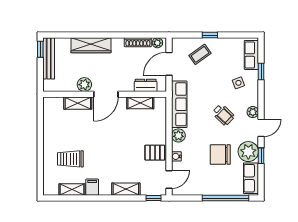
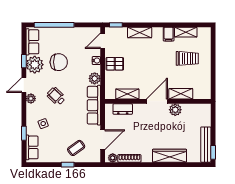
plant: (84, 85) -> (175, 110), moved
dresser: (146, 85) -> (123, 109), moved
wall: (105, 94) -> (158, 101), moved
door: (106, 94) -> (157, 101), moved
shelving: (78, 103) -> (181, 94), moved
shelving: (140, 103) -> (127, 94), moved

